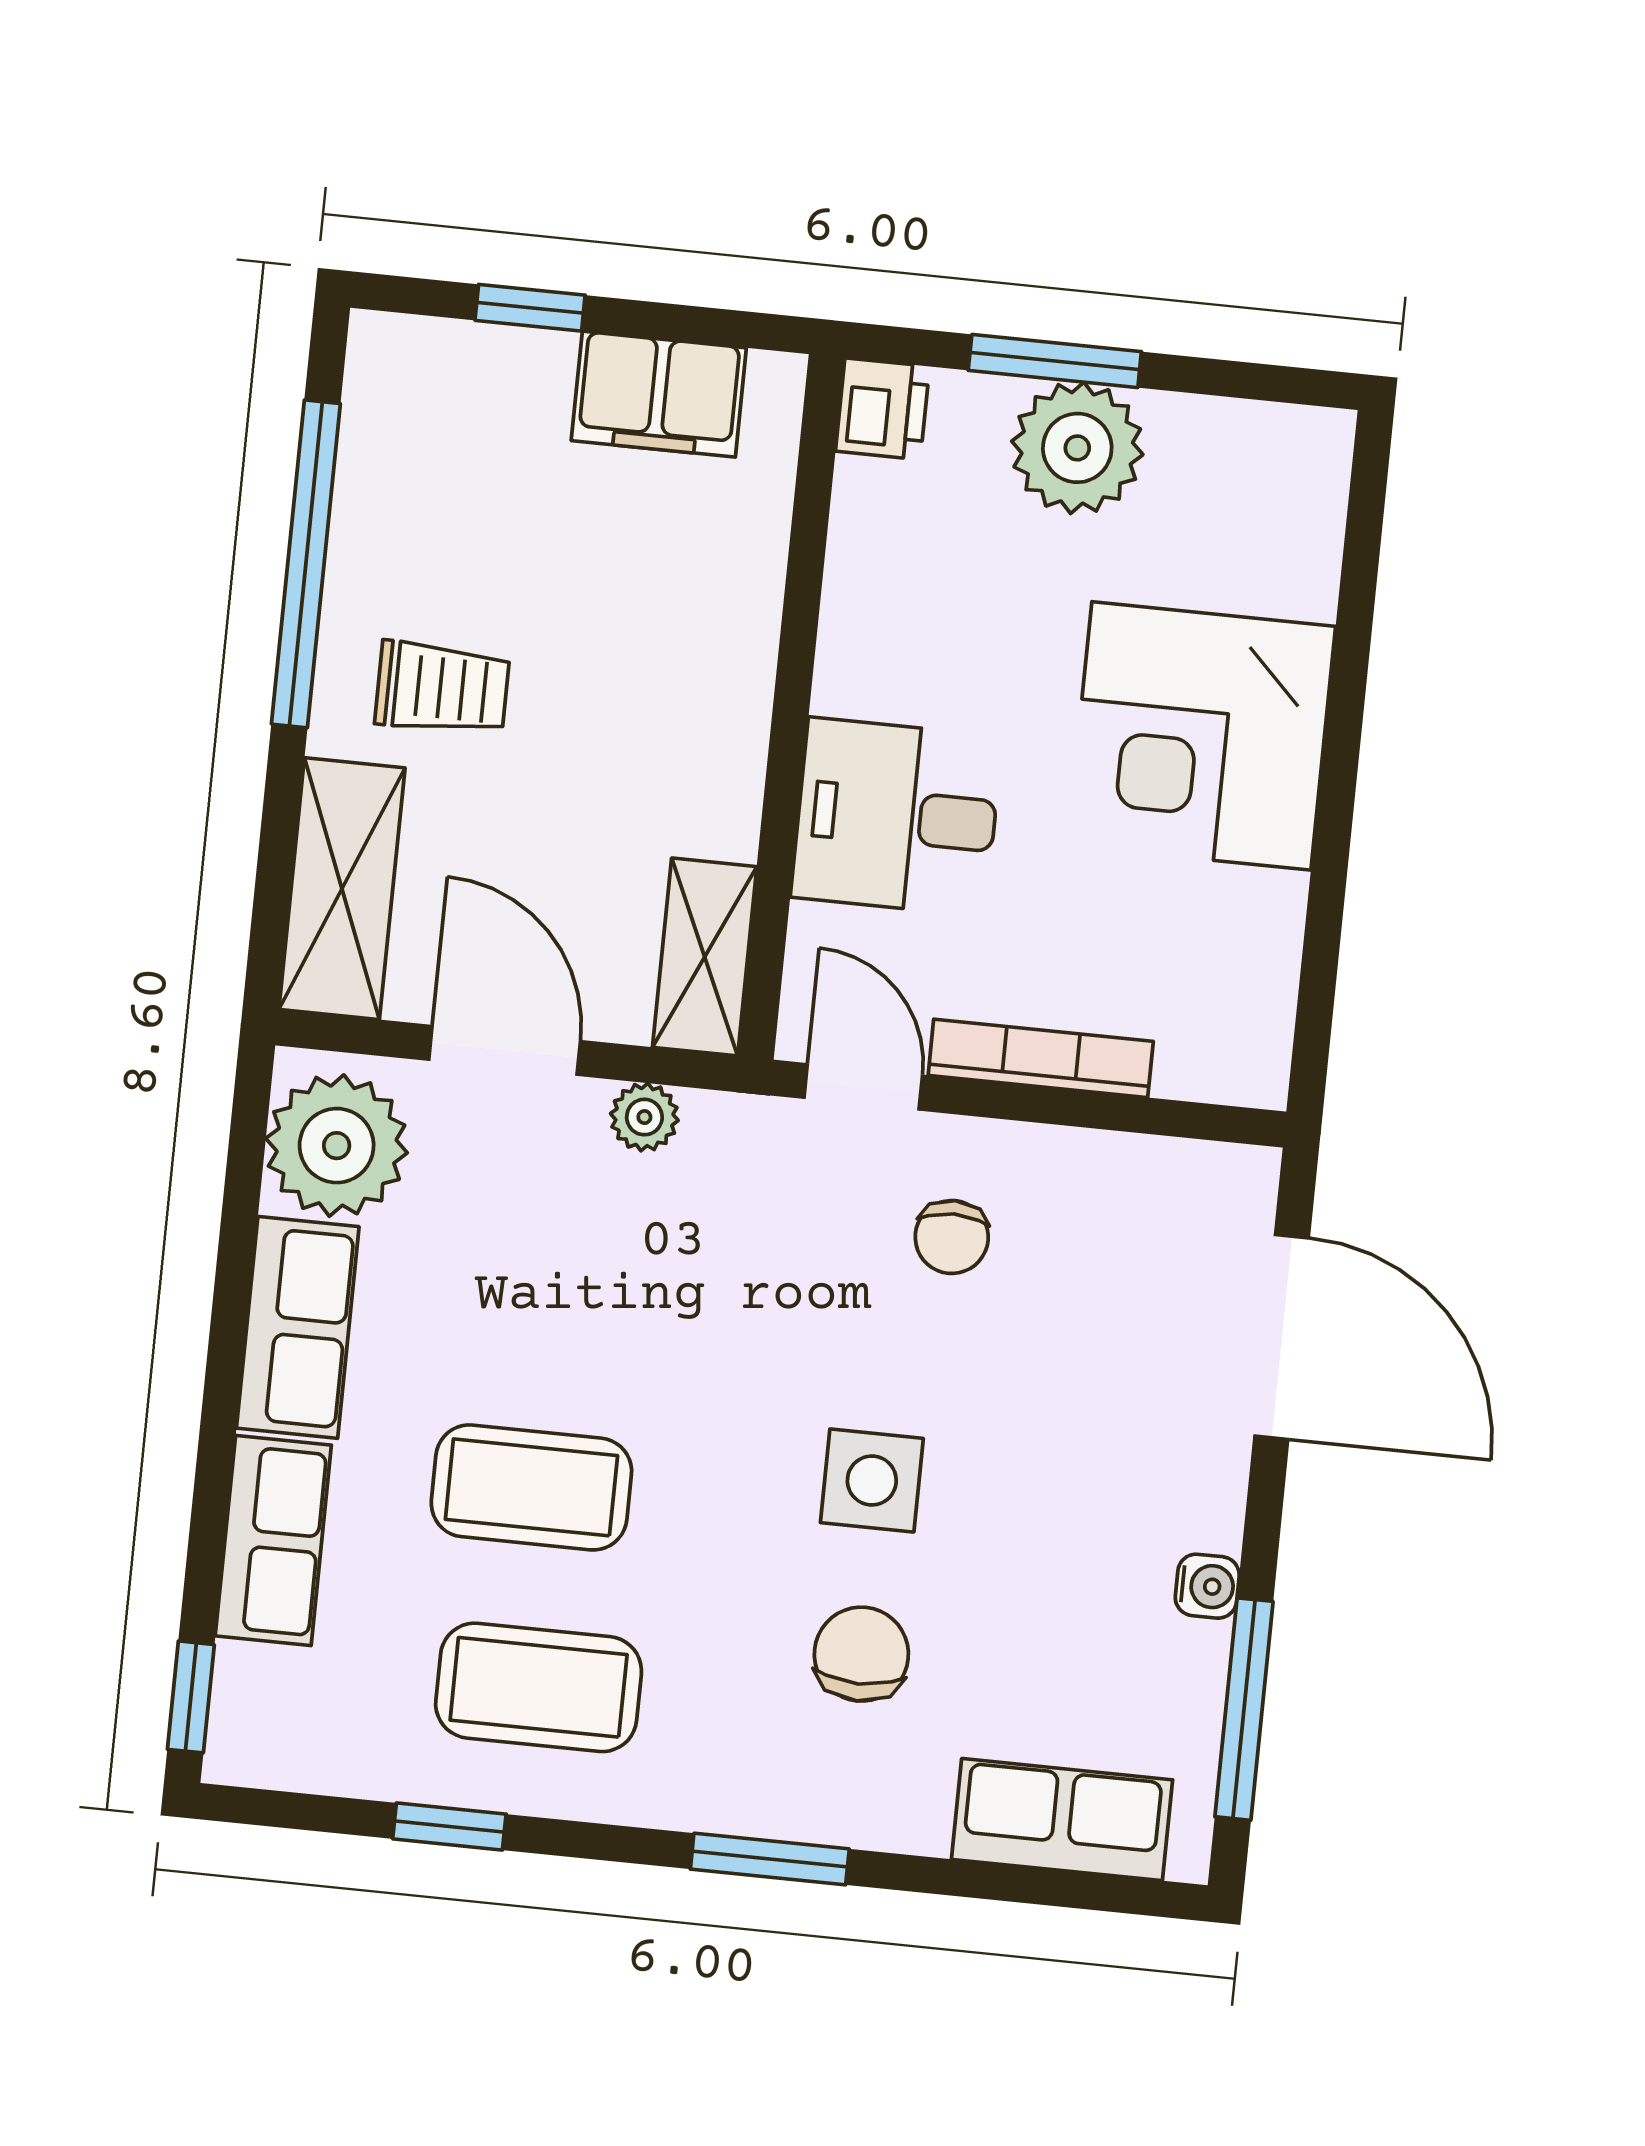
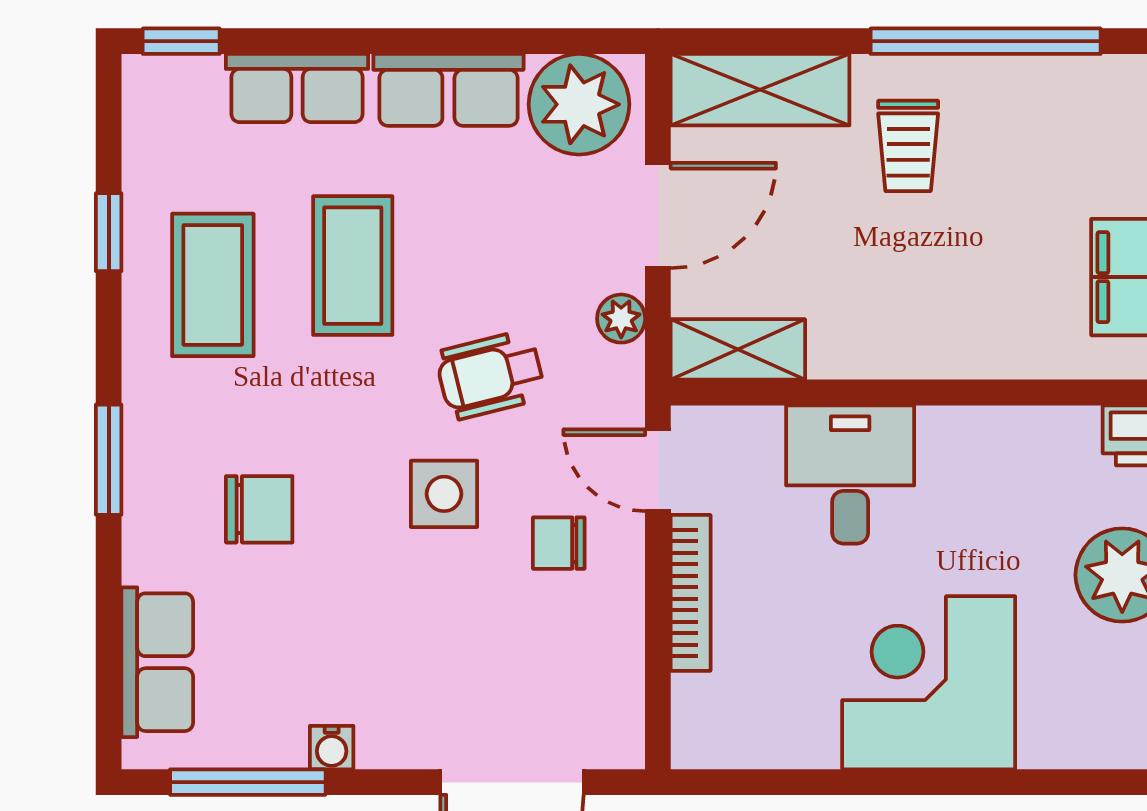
door: (863, 1087) -> (658, 470), swing flipped
wheelchair: (705, 1309) -> (490, 375), added
side table: (872, 1481) -> (444, 494), moved

